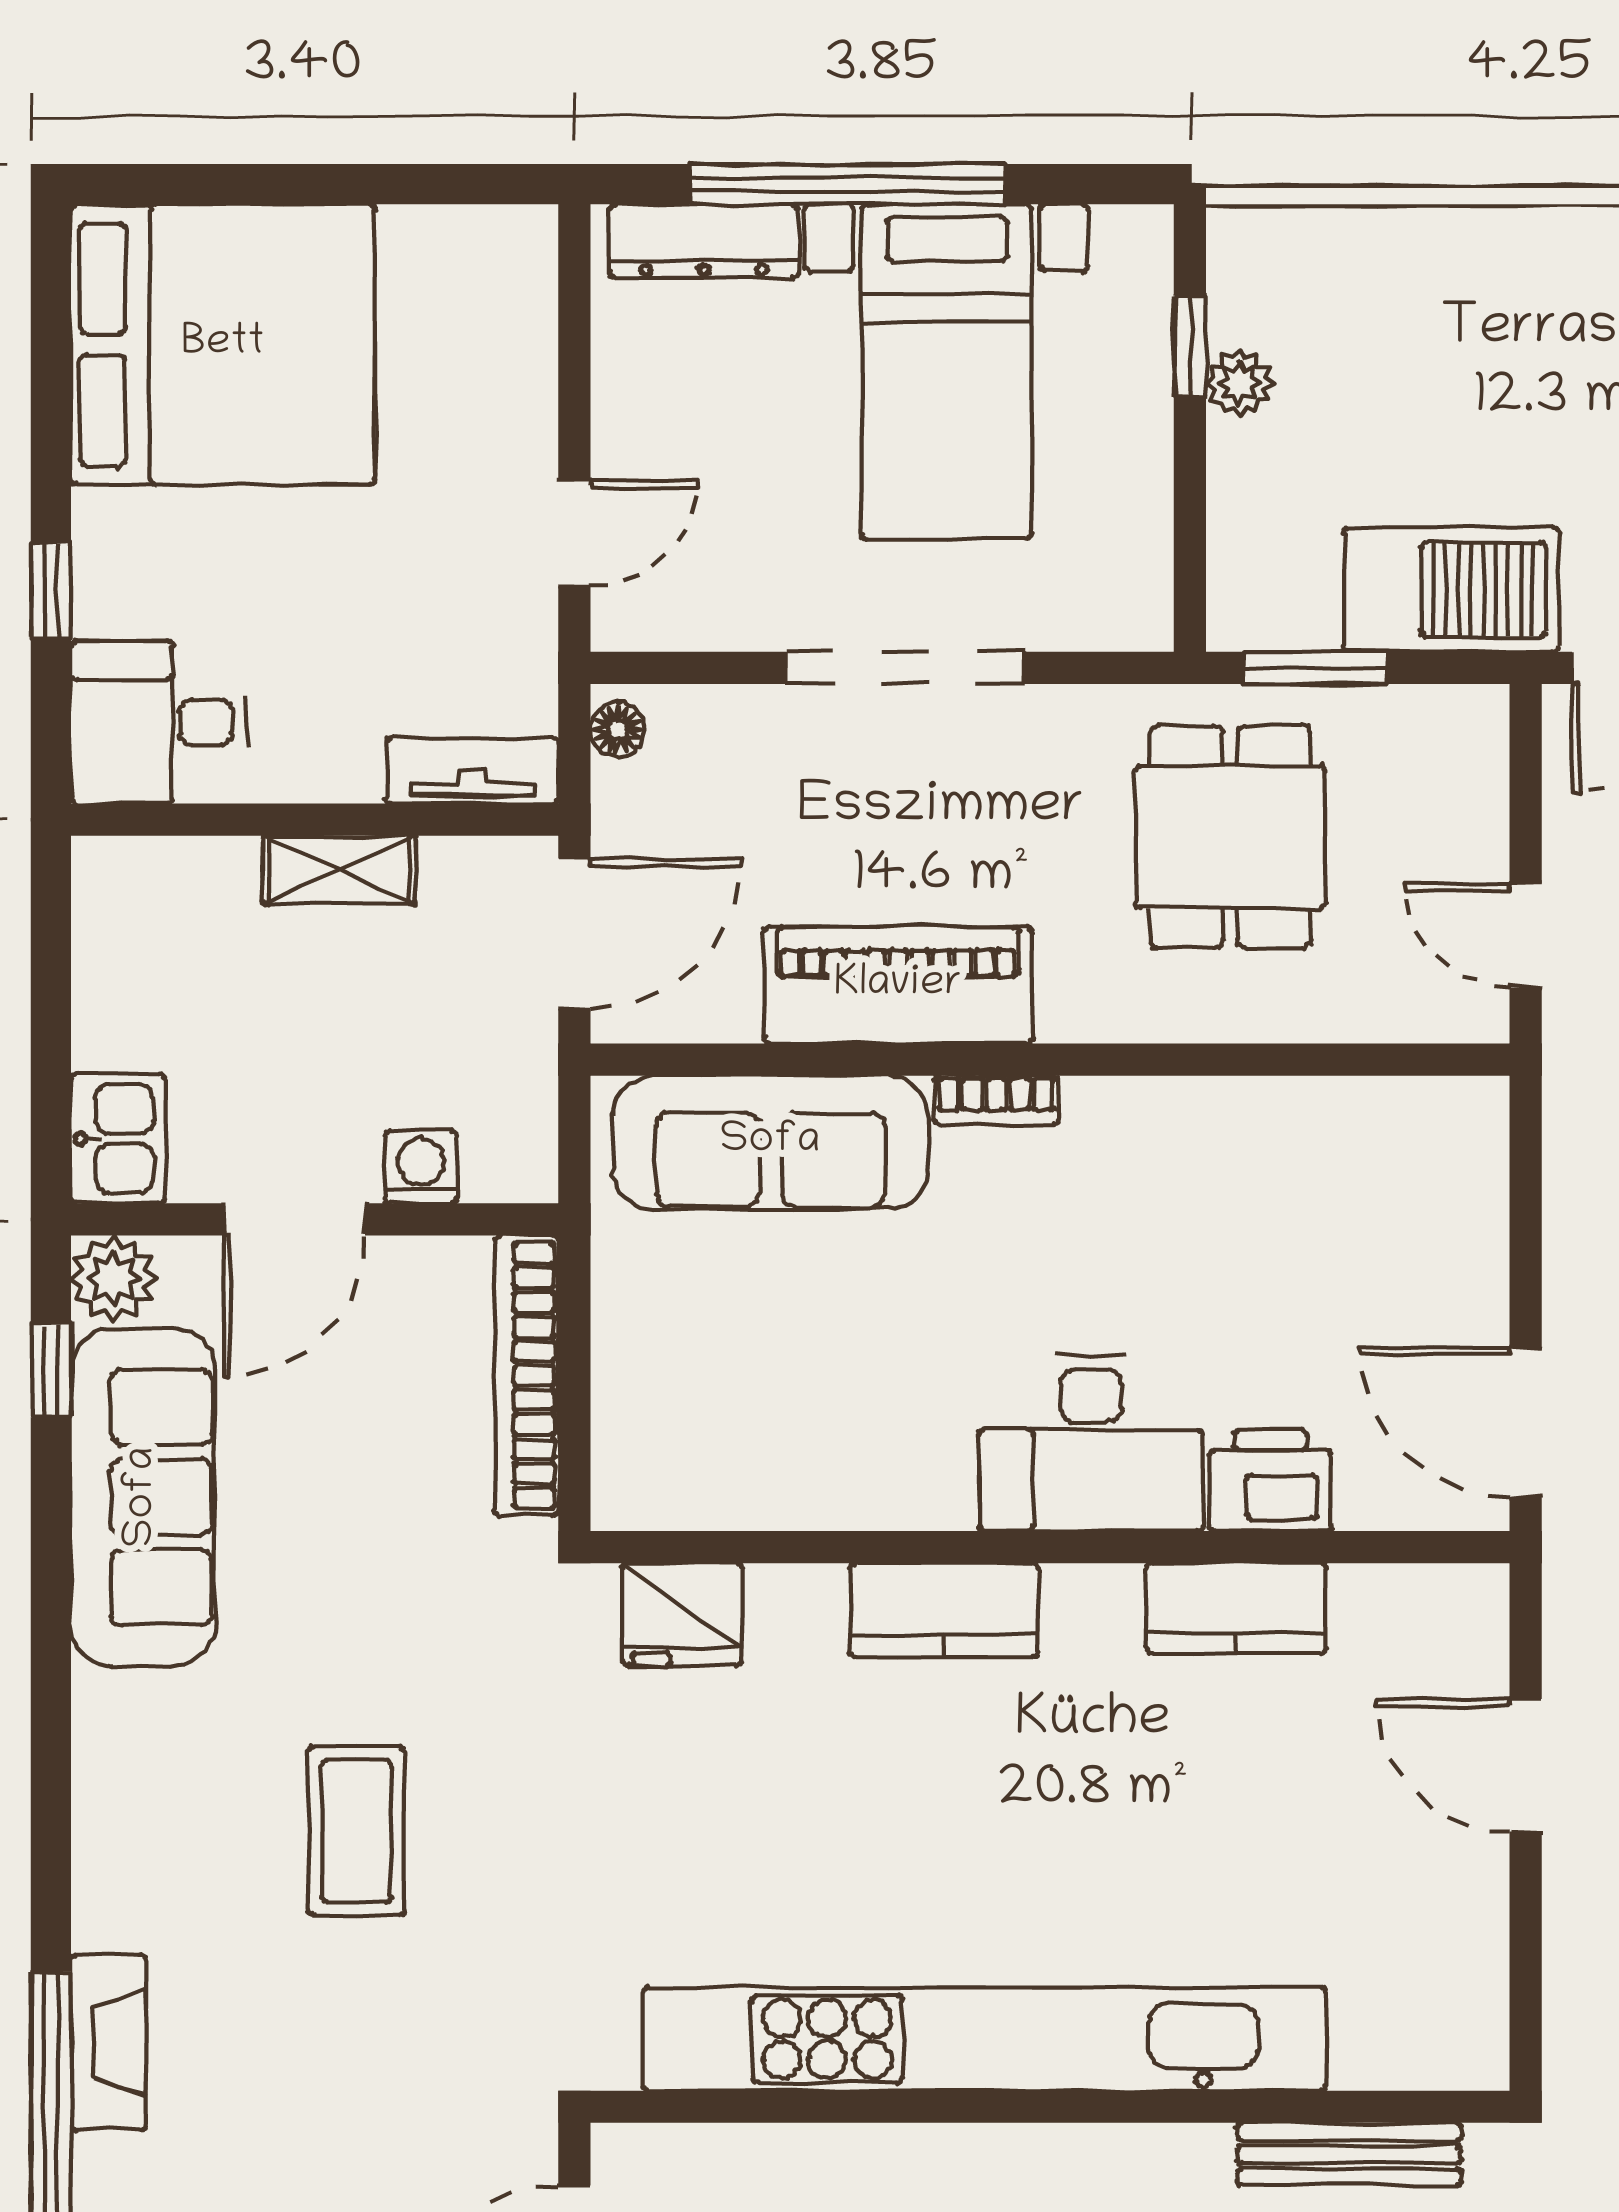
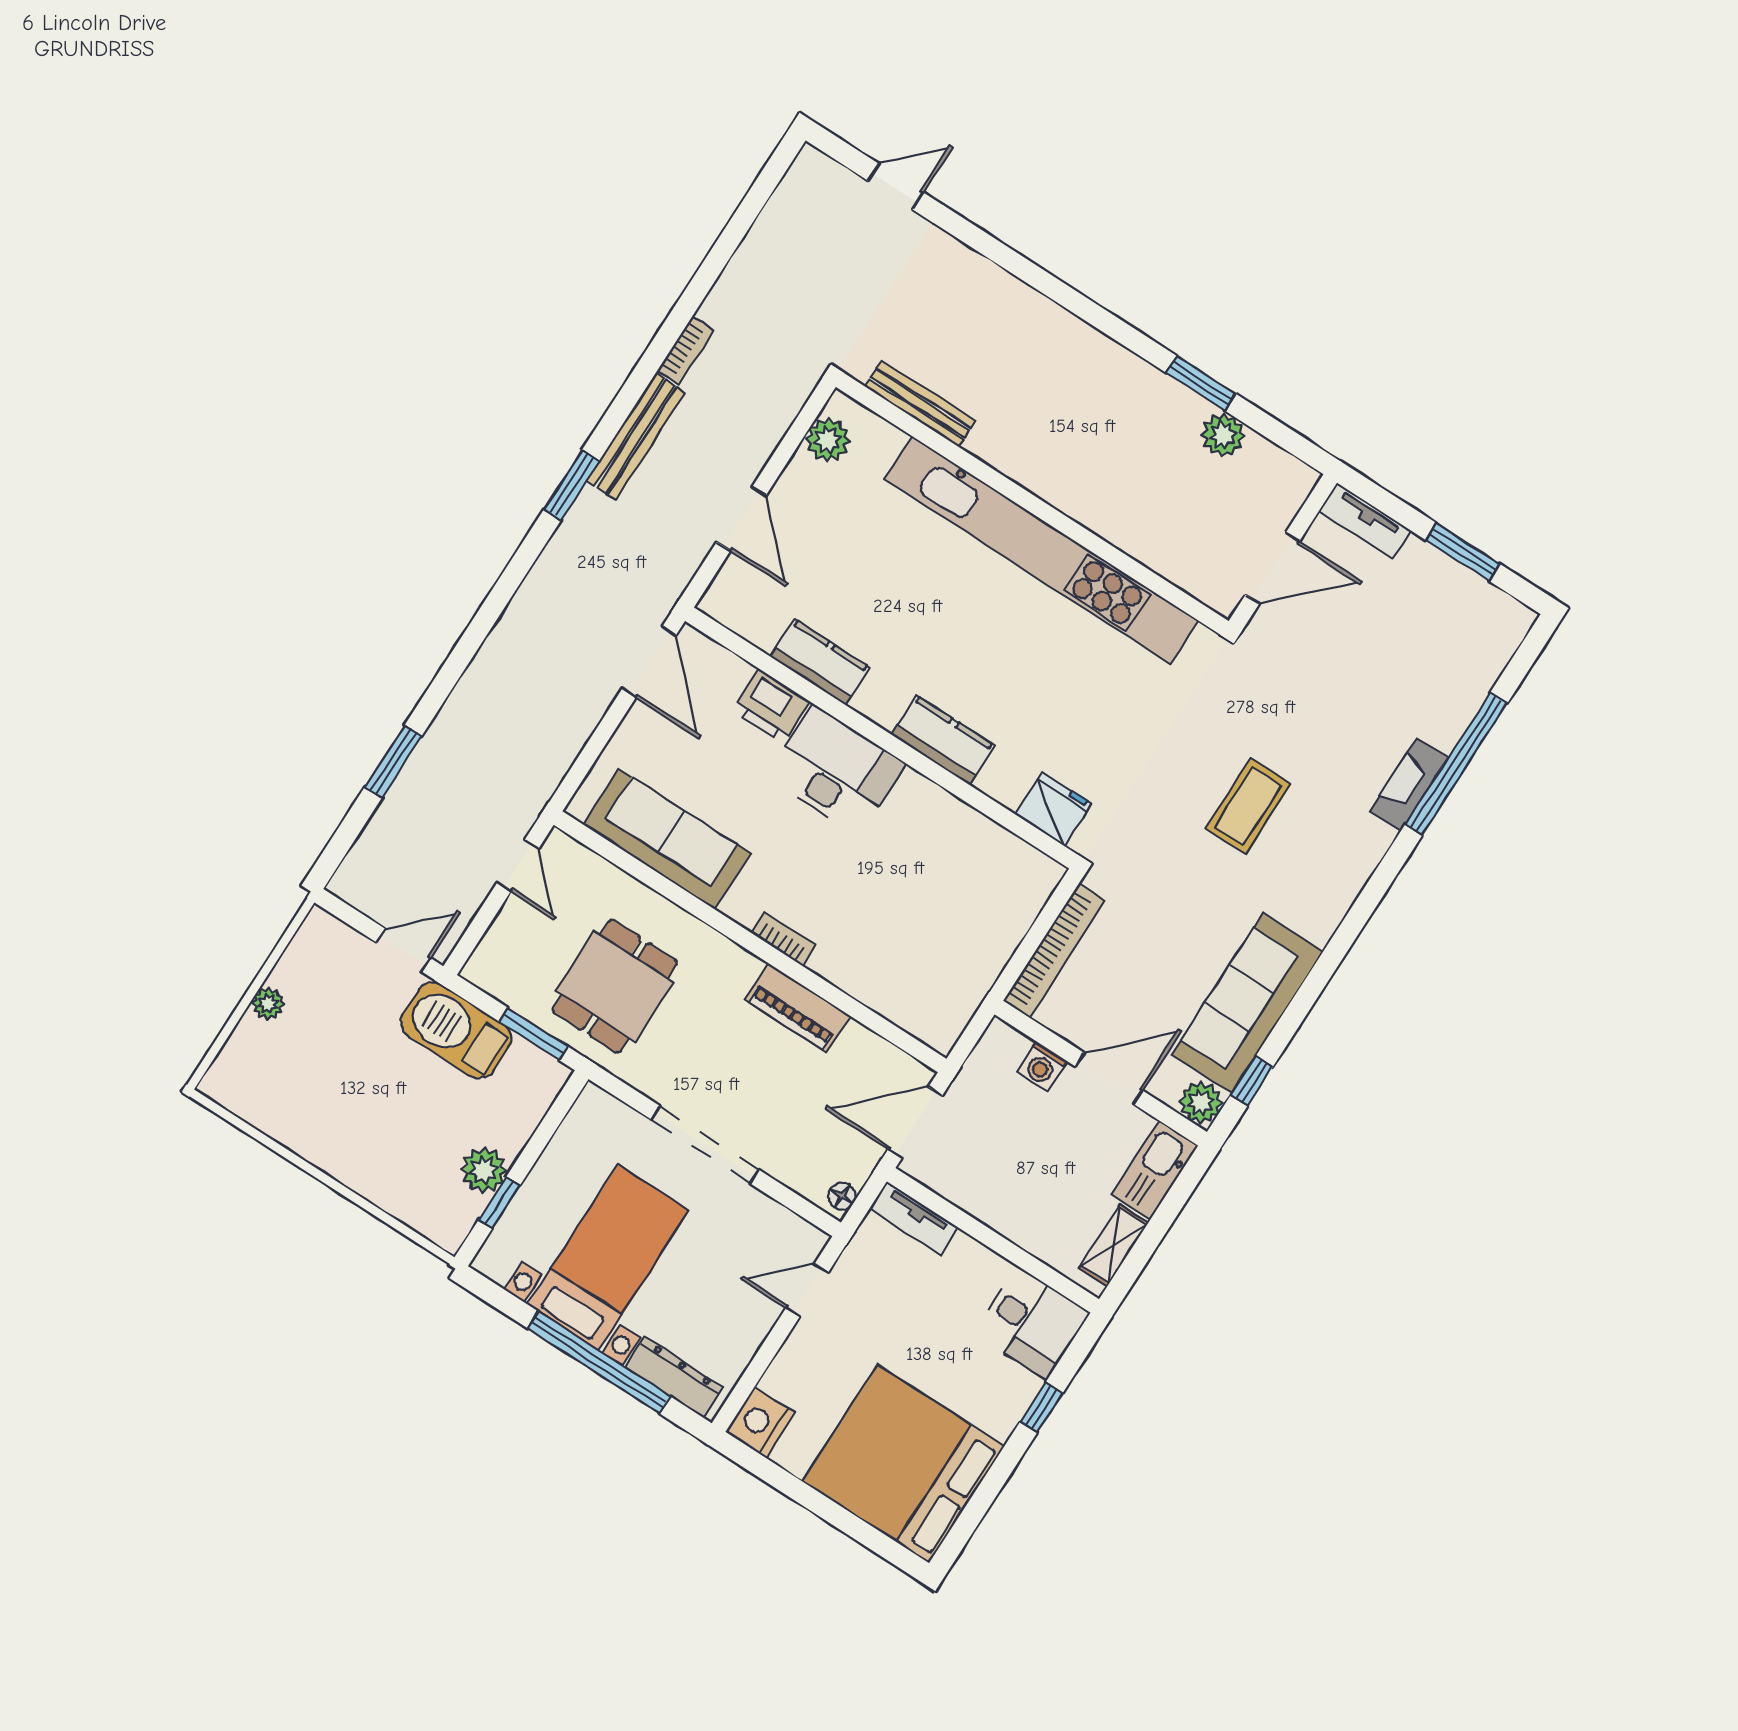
nightstand: (510, 258) -> (760, 1422), added
plant: (1239, 383) -> (484, 1170), width x1.38, depth x1.38
shelving: (340, 870) -> (1114, 1245), moved, turned 90
piano: (898, 985) -> (797, 1008), width x0.73, depth x0.75
kitchen sink: (118, 1139) -> (1155, 1170), width x1.38
sofa: (770, 1142) -> (667, 839), moved
plant: (1465, 1993) -> (828, 440), added

